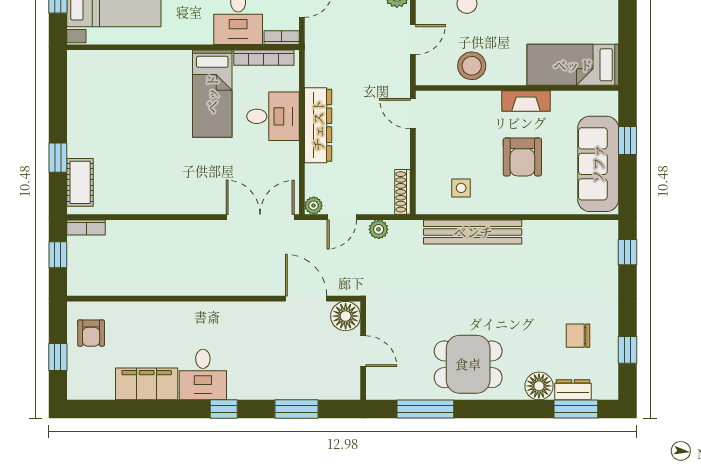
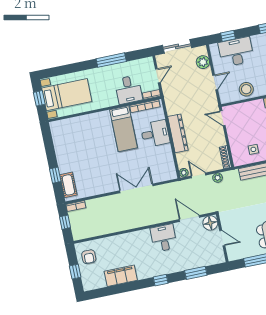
double door: (260, 217) -> (136, 188), moved
door: (342, 217) -> (199, 175), swing flipped
desk: (203, 375) -> (164, 238), moved, turned 180

